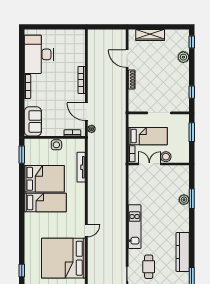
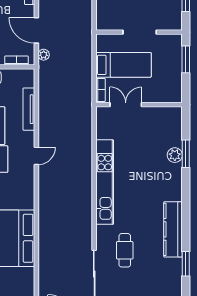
stool: (166, 157) -> (149, 94), removed
kitchen unit: (135, 227) -> (105, 182), width x1.36
door: (86, 231) -> (36, 156), moved

